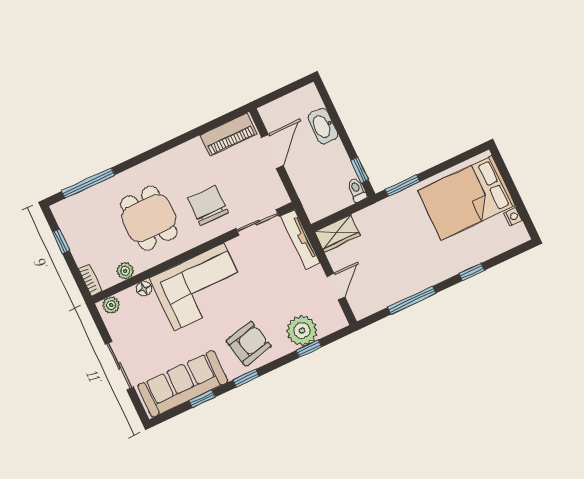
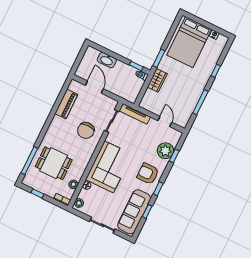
piano: (229, 135) -> (66, 104), moved
chair: (208, 206) -> (86, 130), turned -90
dining table: (149, 218) -> (54, 163), moved
wardrobe: (337, 233) -> (157, 80), moved
armchair: (249, 344) -> (148, 174), turned -77

